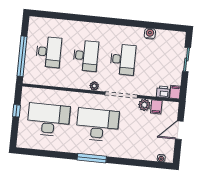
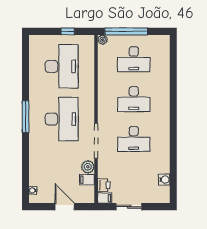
water cooler: (150, 34) -> (164, 180), moved
sliding door: (187, 60) -> (129, 207), moved
plant: (94, 86) -> (103, 40), moved

